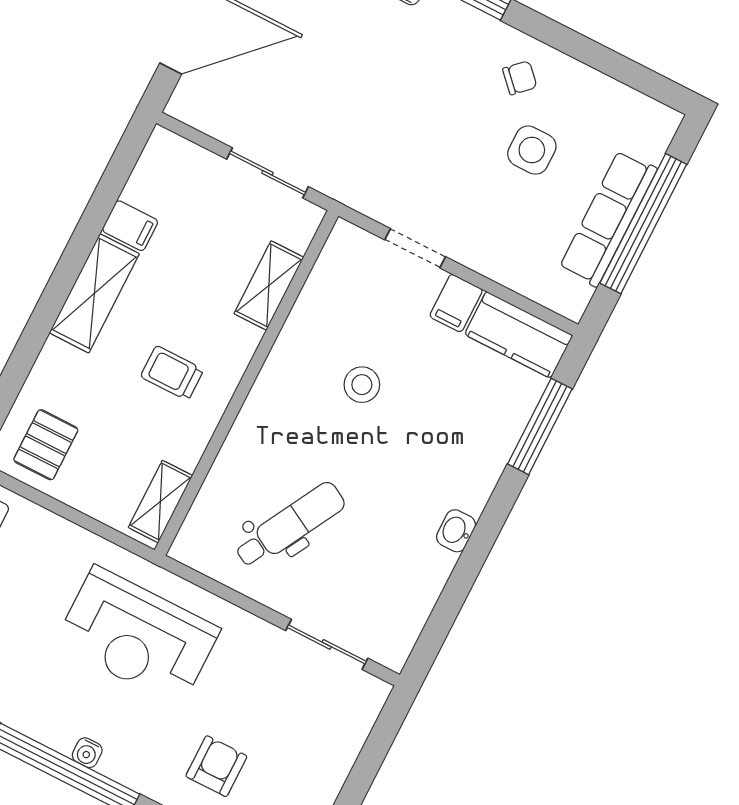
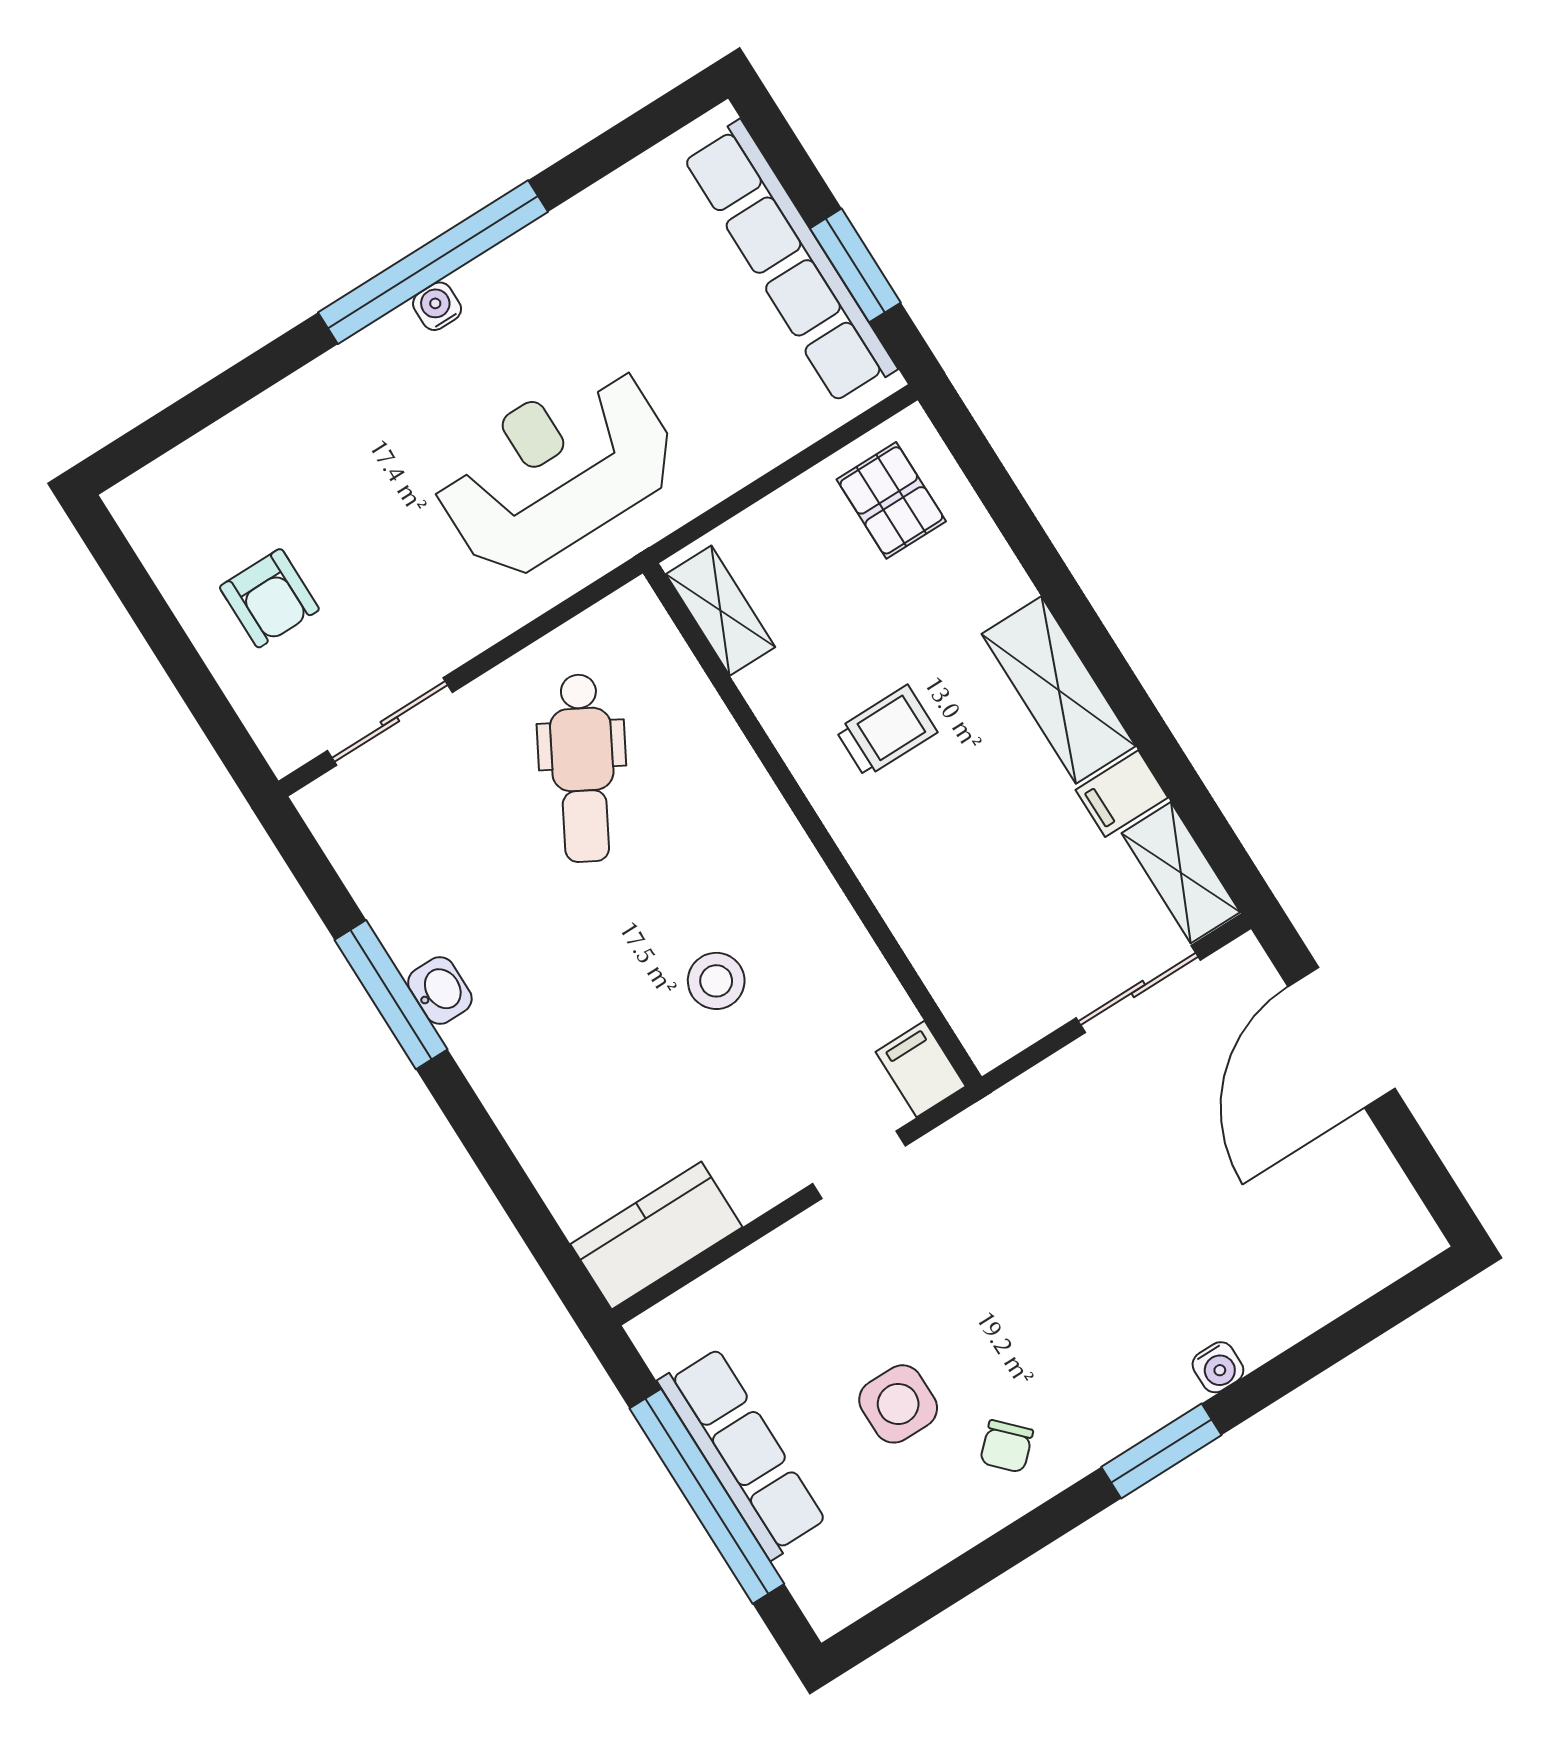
sliding door: (268, 173) -> (1138, 989), moved
shelving: (269, 285) -> (1181, 873), moved
filing cabinet: (456, 303) -> (921, 1069), moved
window: (540, 426) -> (391, 995), moved
armchair: (216, 766) -> (269, 598), moved

